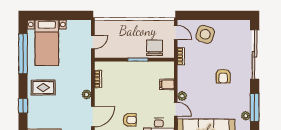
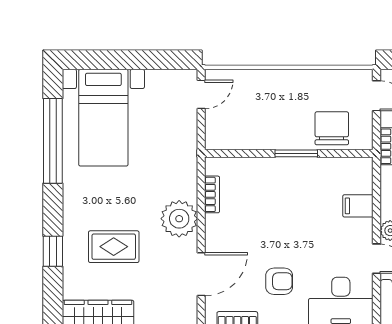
door: (93, 42) -> (201, 94), moved
rug: (43, 88) -> (114, 247), moved
plant: (87, 94) -> (179, 219), width x1.88, depth x1.88

